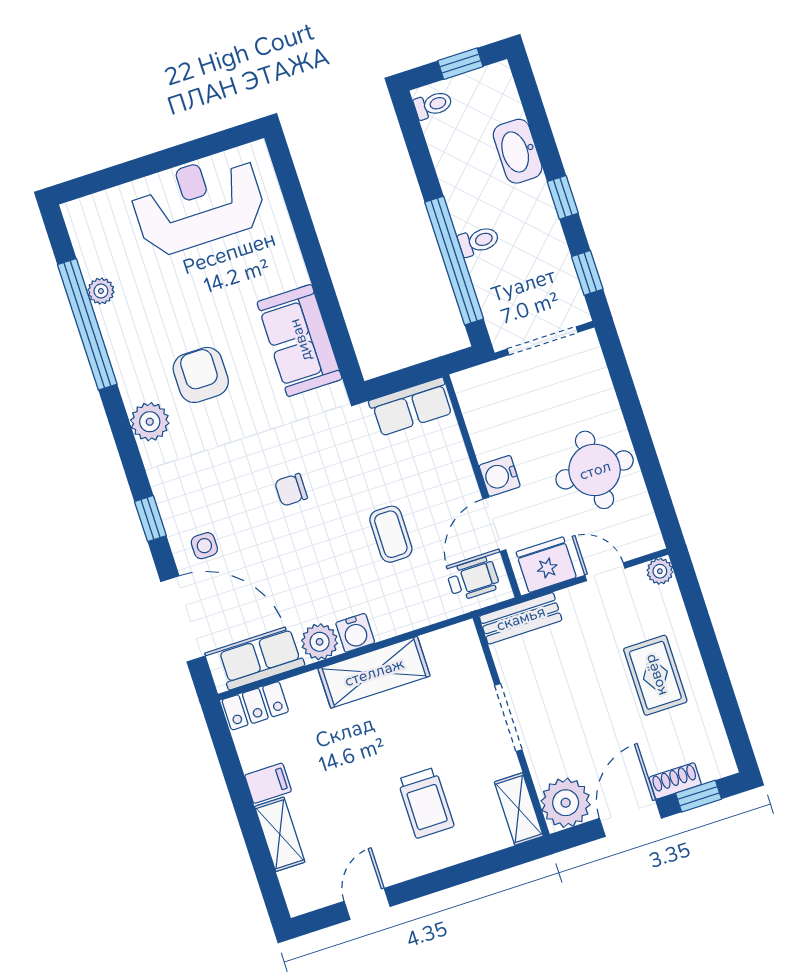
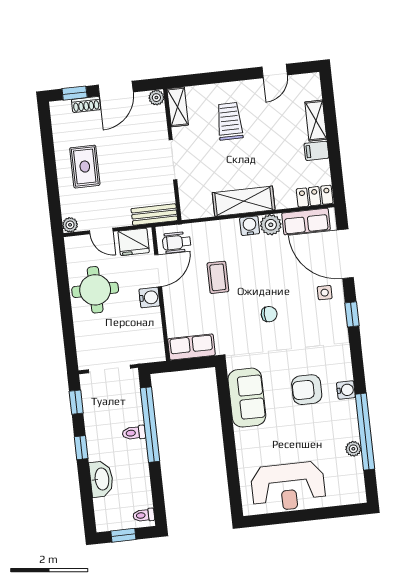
armchair: (201, 375) -> (307, 390), turned 90
water cooler: (134, 388) -> (346, 390), added
plant: (150, 422) -> (341, 369), removed
plant: (566, 803) -> (156, 98), width x0.53, depth x0.53

